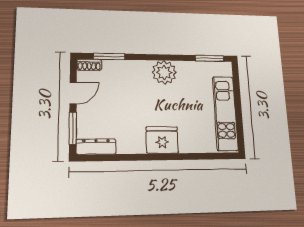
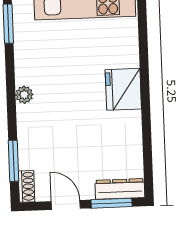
plant: (164, 72) -> (24, 95), width x0.53, depth x0.53
dresser: (96, 147) -> (120, 189), moved, turned 90

